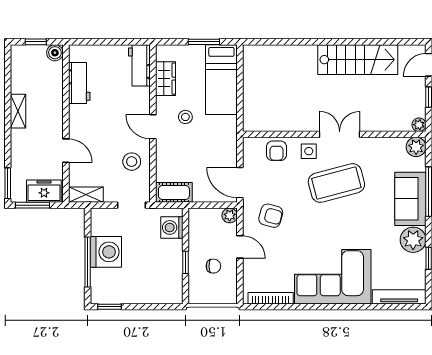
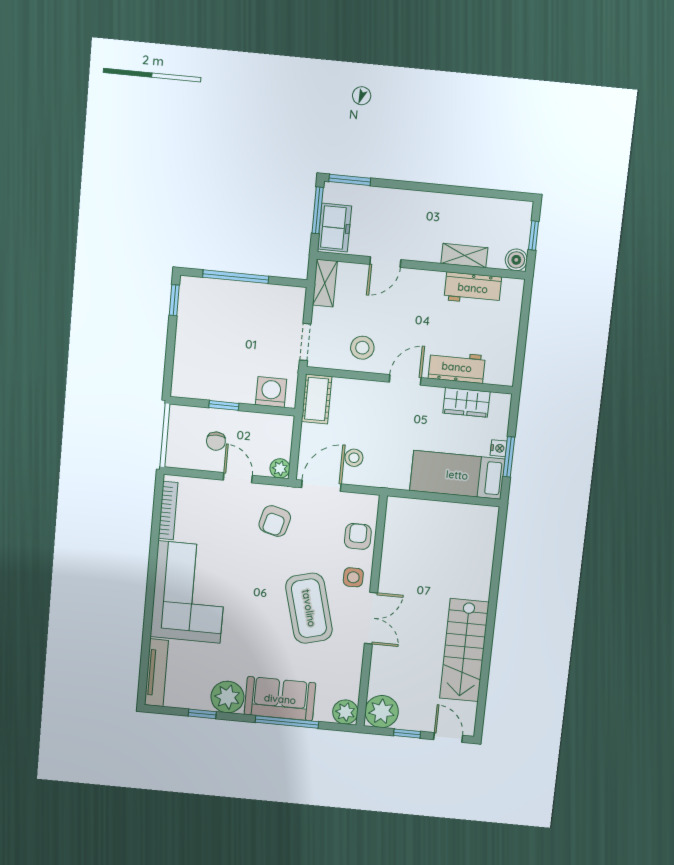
nightstand: (198, 50) -> (499, 448), added
workbench: (139, 65) -> (457, 367), moved
shelving: (18, 111) -> (464, 256), moved
stool: (185, 117) -> (354, 458), moved
plant: (419, 125) -> (382, 712), width x1.87, depth x1.87
armchair: (276, 151) -> (358, 536), turned 90
door: (240, 247) -> (238, 478), swing flipped
washing machine: (106, 252) -> (247, 302), removed

